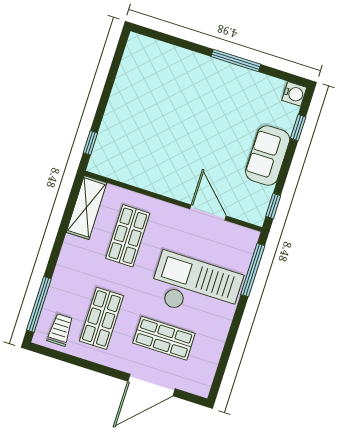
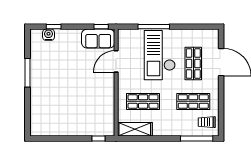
water cooler: (294, 94) -> (48, 35), moved
sofa: (268, 155) -> (98, 39), moved
window: (253, 270) -> (154, 27), moved

